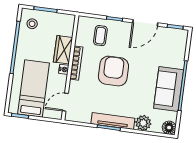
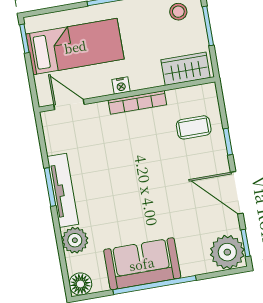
plant: (177, 39) -> (227, 252), added
wardrobe: (63, 50) -> (186, 69), moved
armchair: (113, 71) -> (143, 166), removed

